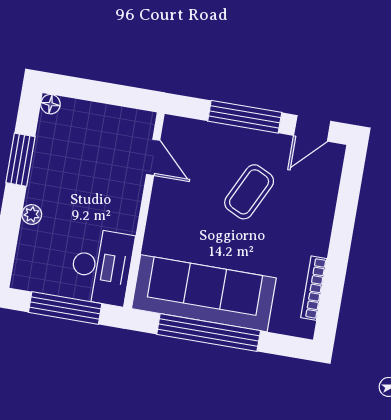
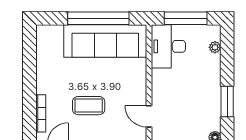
coffee table: (249, 192) -> (89, 106), turned 64
plant: (32, 215) -> (215, 47), moved
bookcase: (314, 288) -> (41, 113), moved

